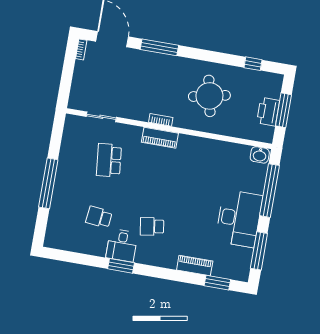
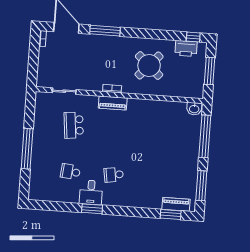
window: (253, 64) -> (193, 37), moved
round table: (209, 96) -> (149, 65), turned -36
printer: (268, 112) -> (186, 48), moved, turned -90
desk: (239, 218) -> (183, 161), removed
piano: (195, 265) -> (176, 204), moved

